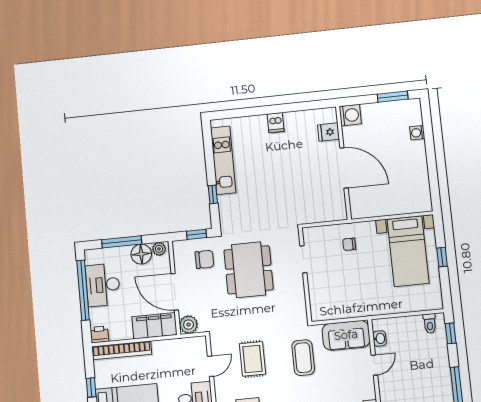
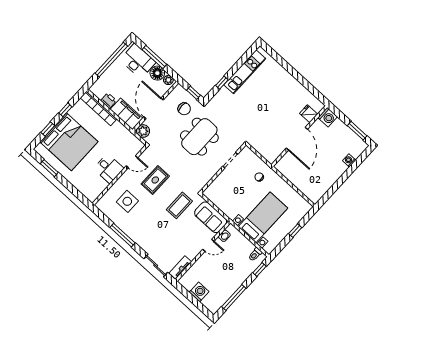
dishwasher: (276, 123) -> (289, 81), removed
bed with nightstands: (408, 251) -> (263, 217), moved, turned 180
desk: (103, 285) -> (138, 61), moved, turned 90
printer: (99, 334) -> (109, 101), moved

